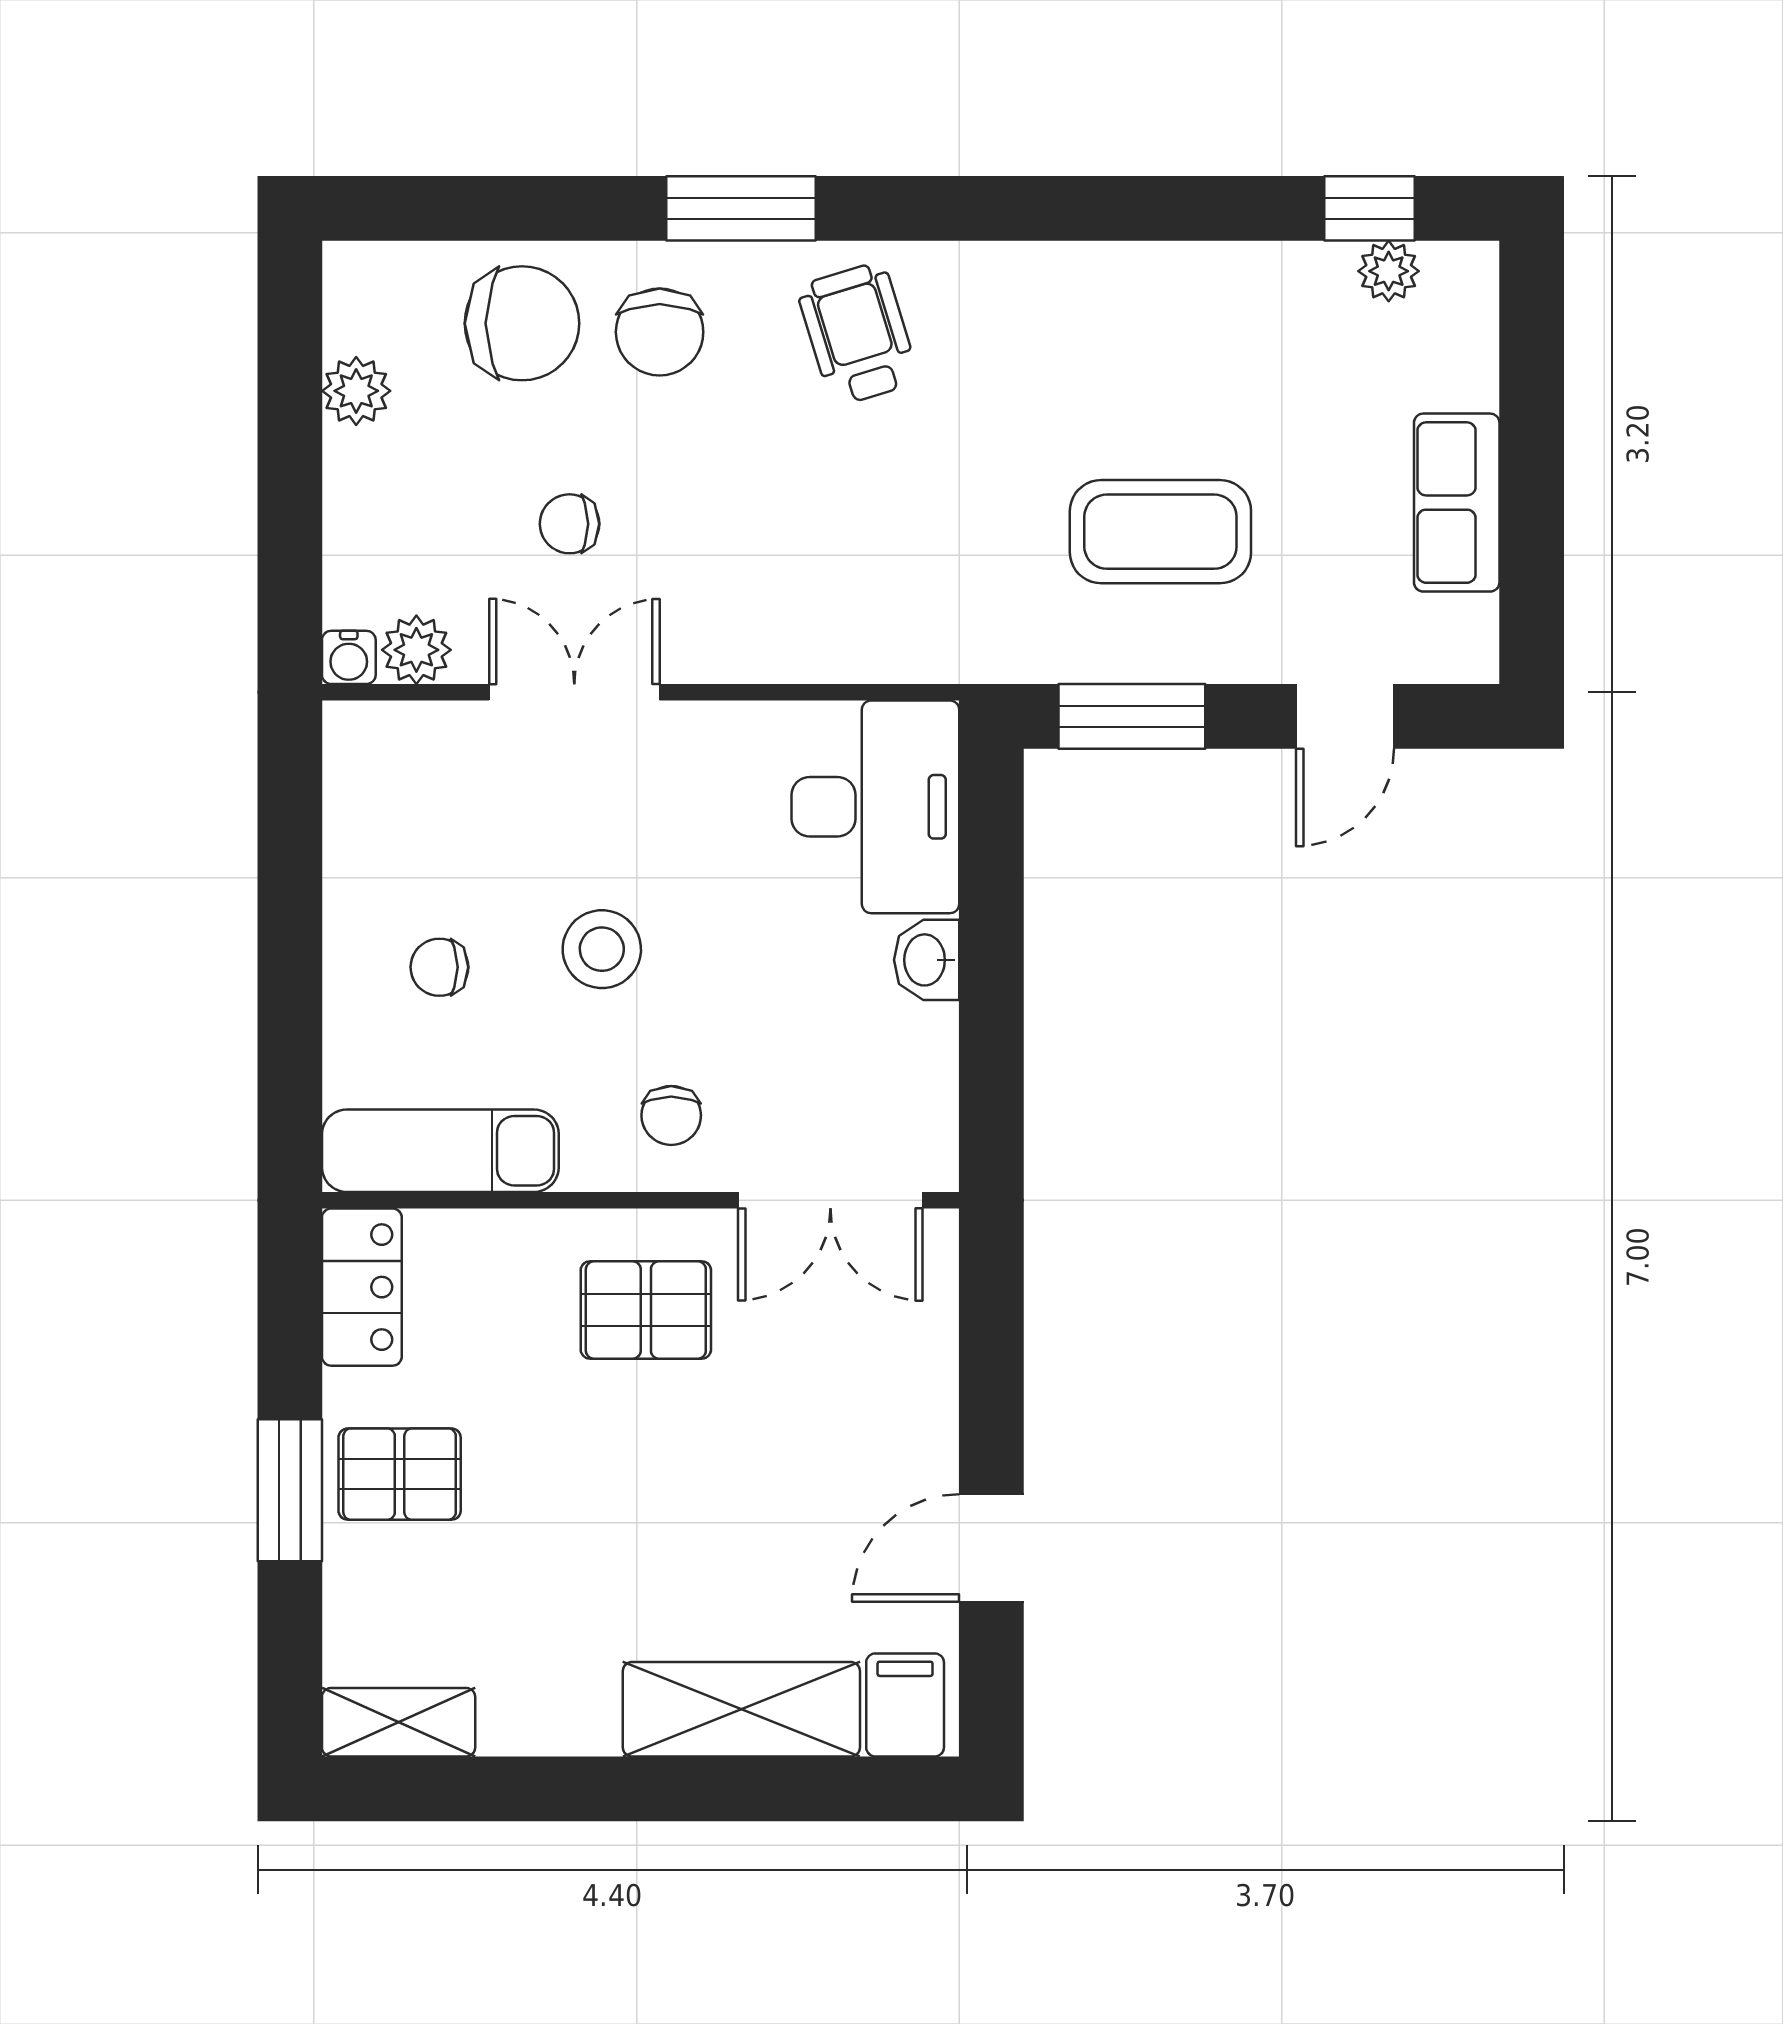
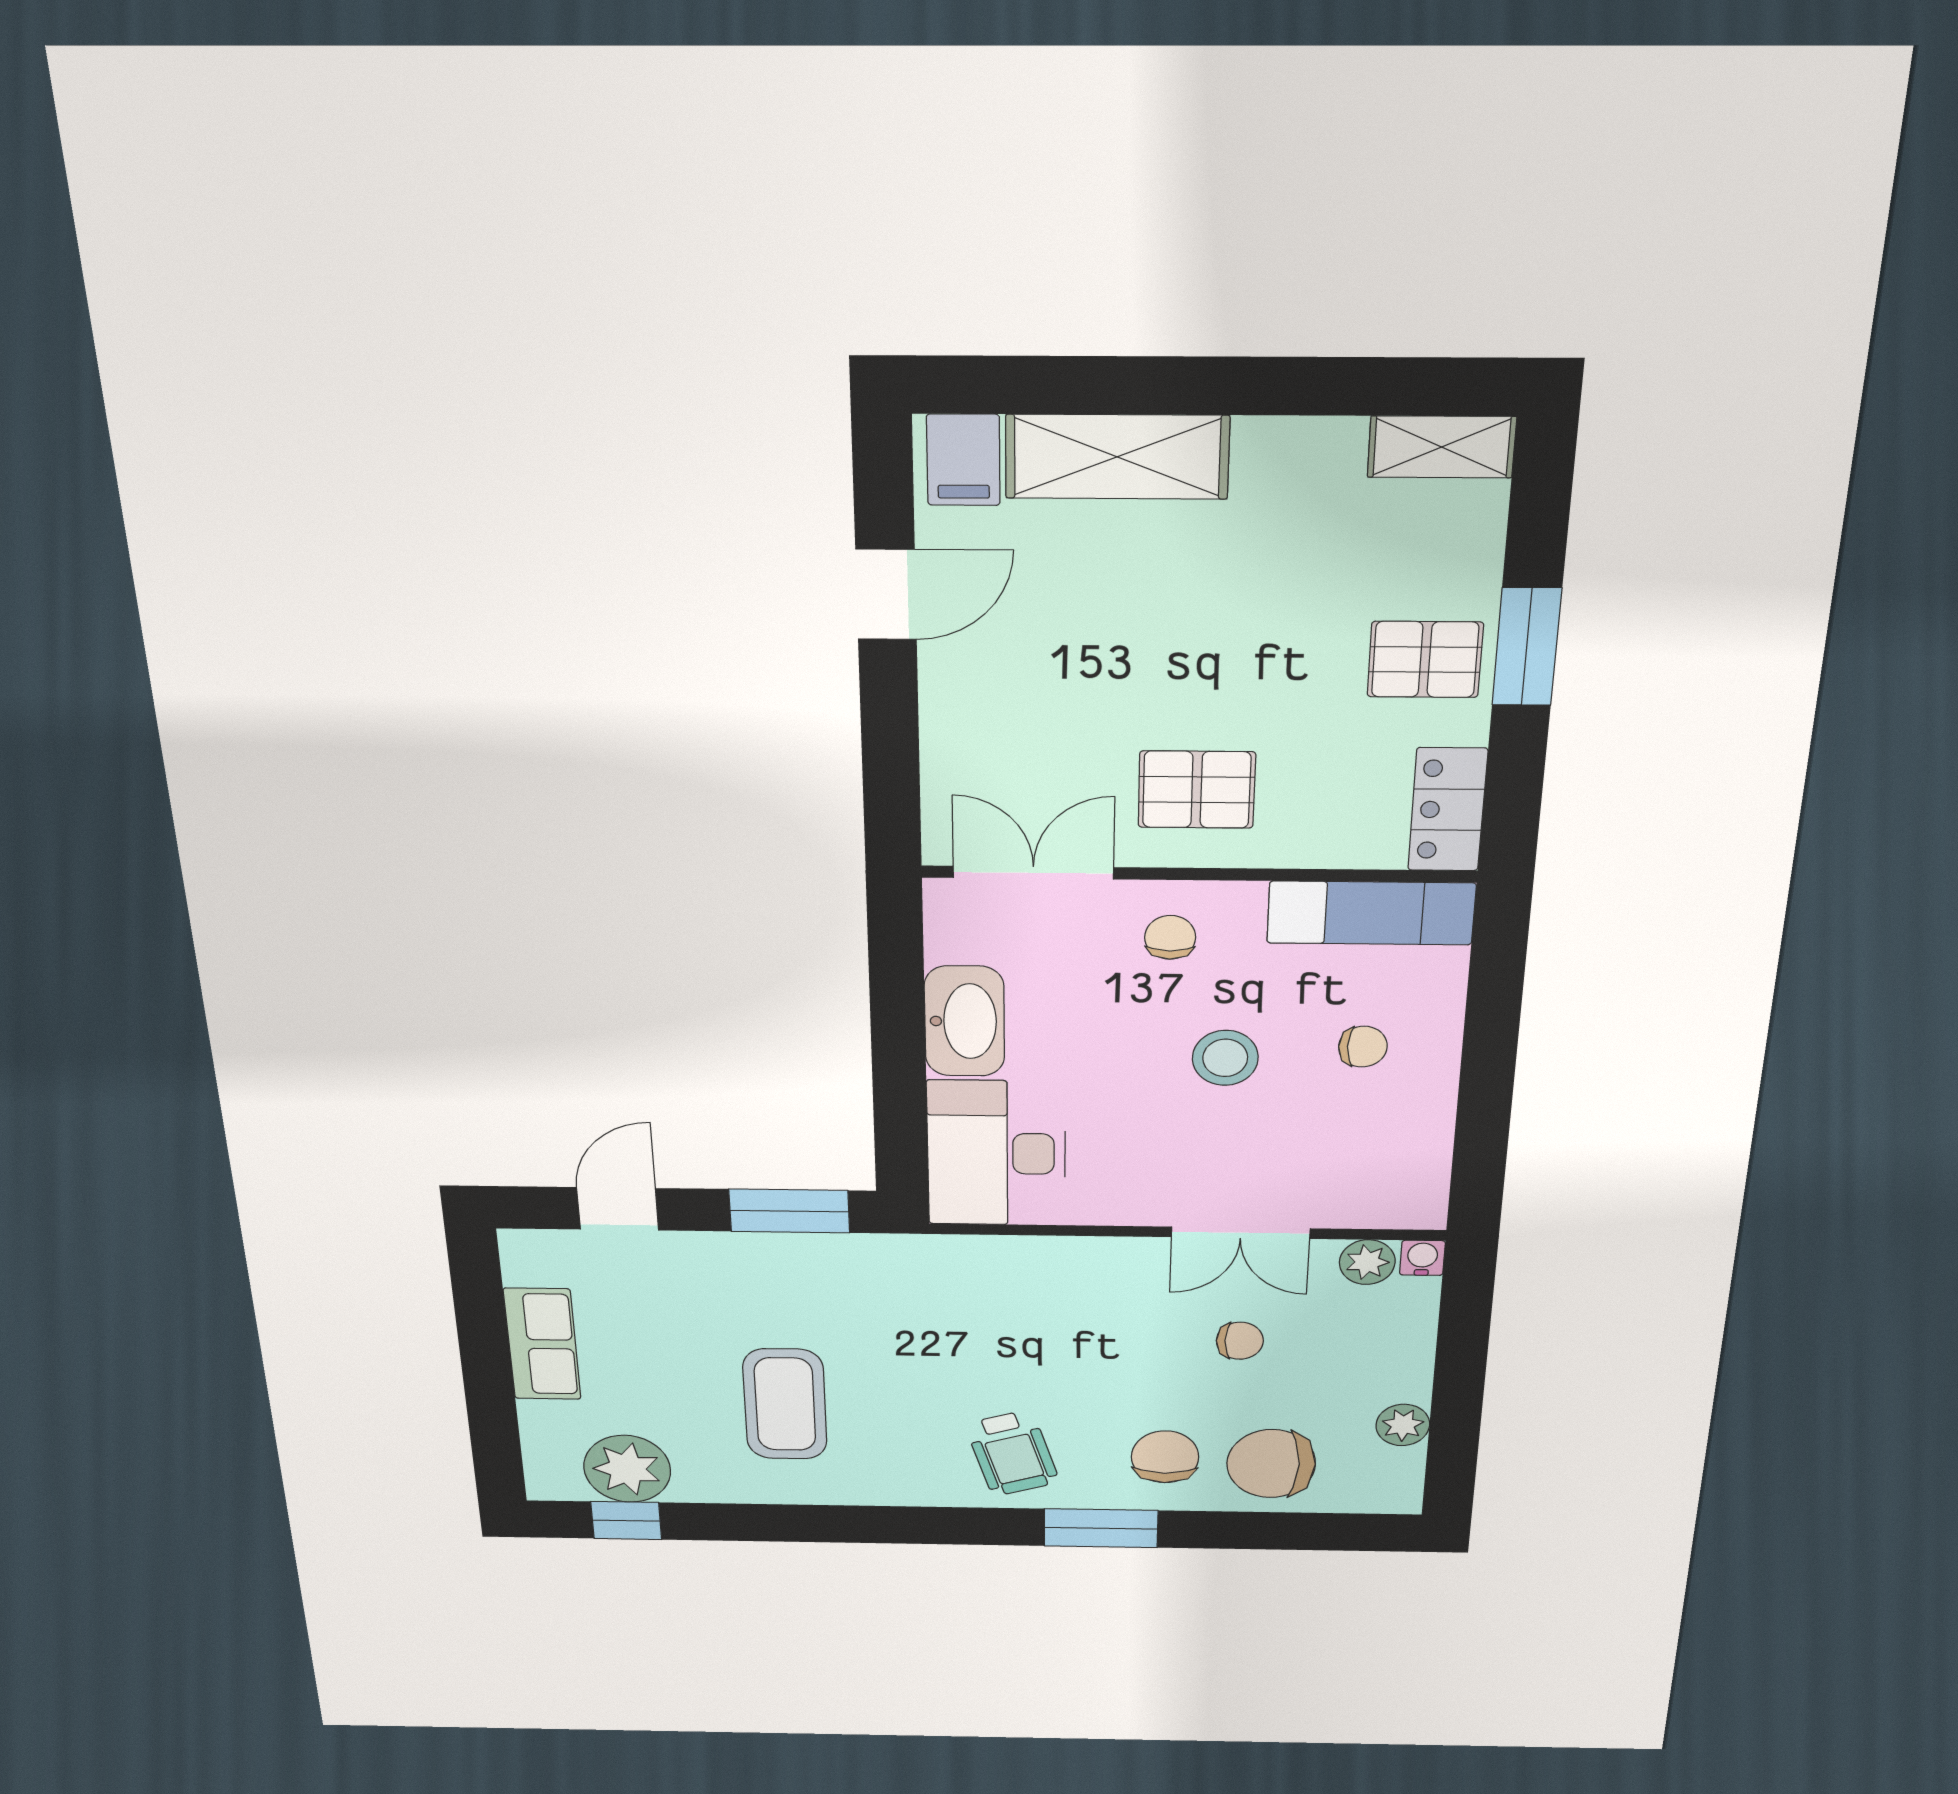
plant: (1389, 271) -> (627, 1469), width x1.88, depth x1.88
coffee table: (1160, 532) -> (785, 1404), moved, turned 90
washbasin: (927, 960) -> (965, 1021), width x1.91, depth x1.45

